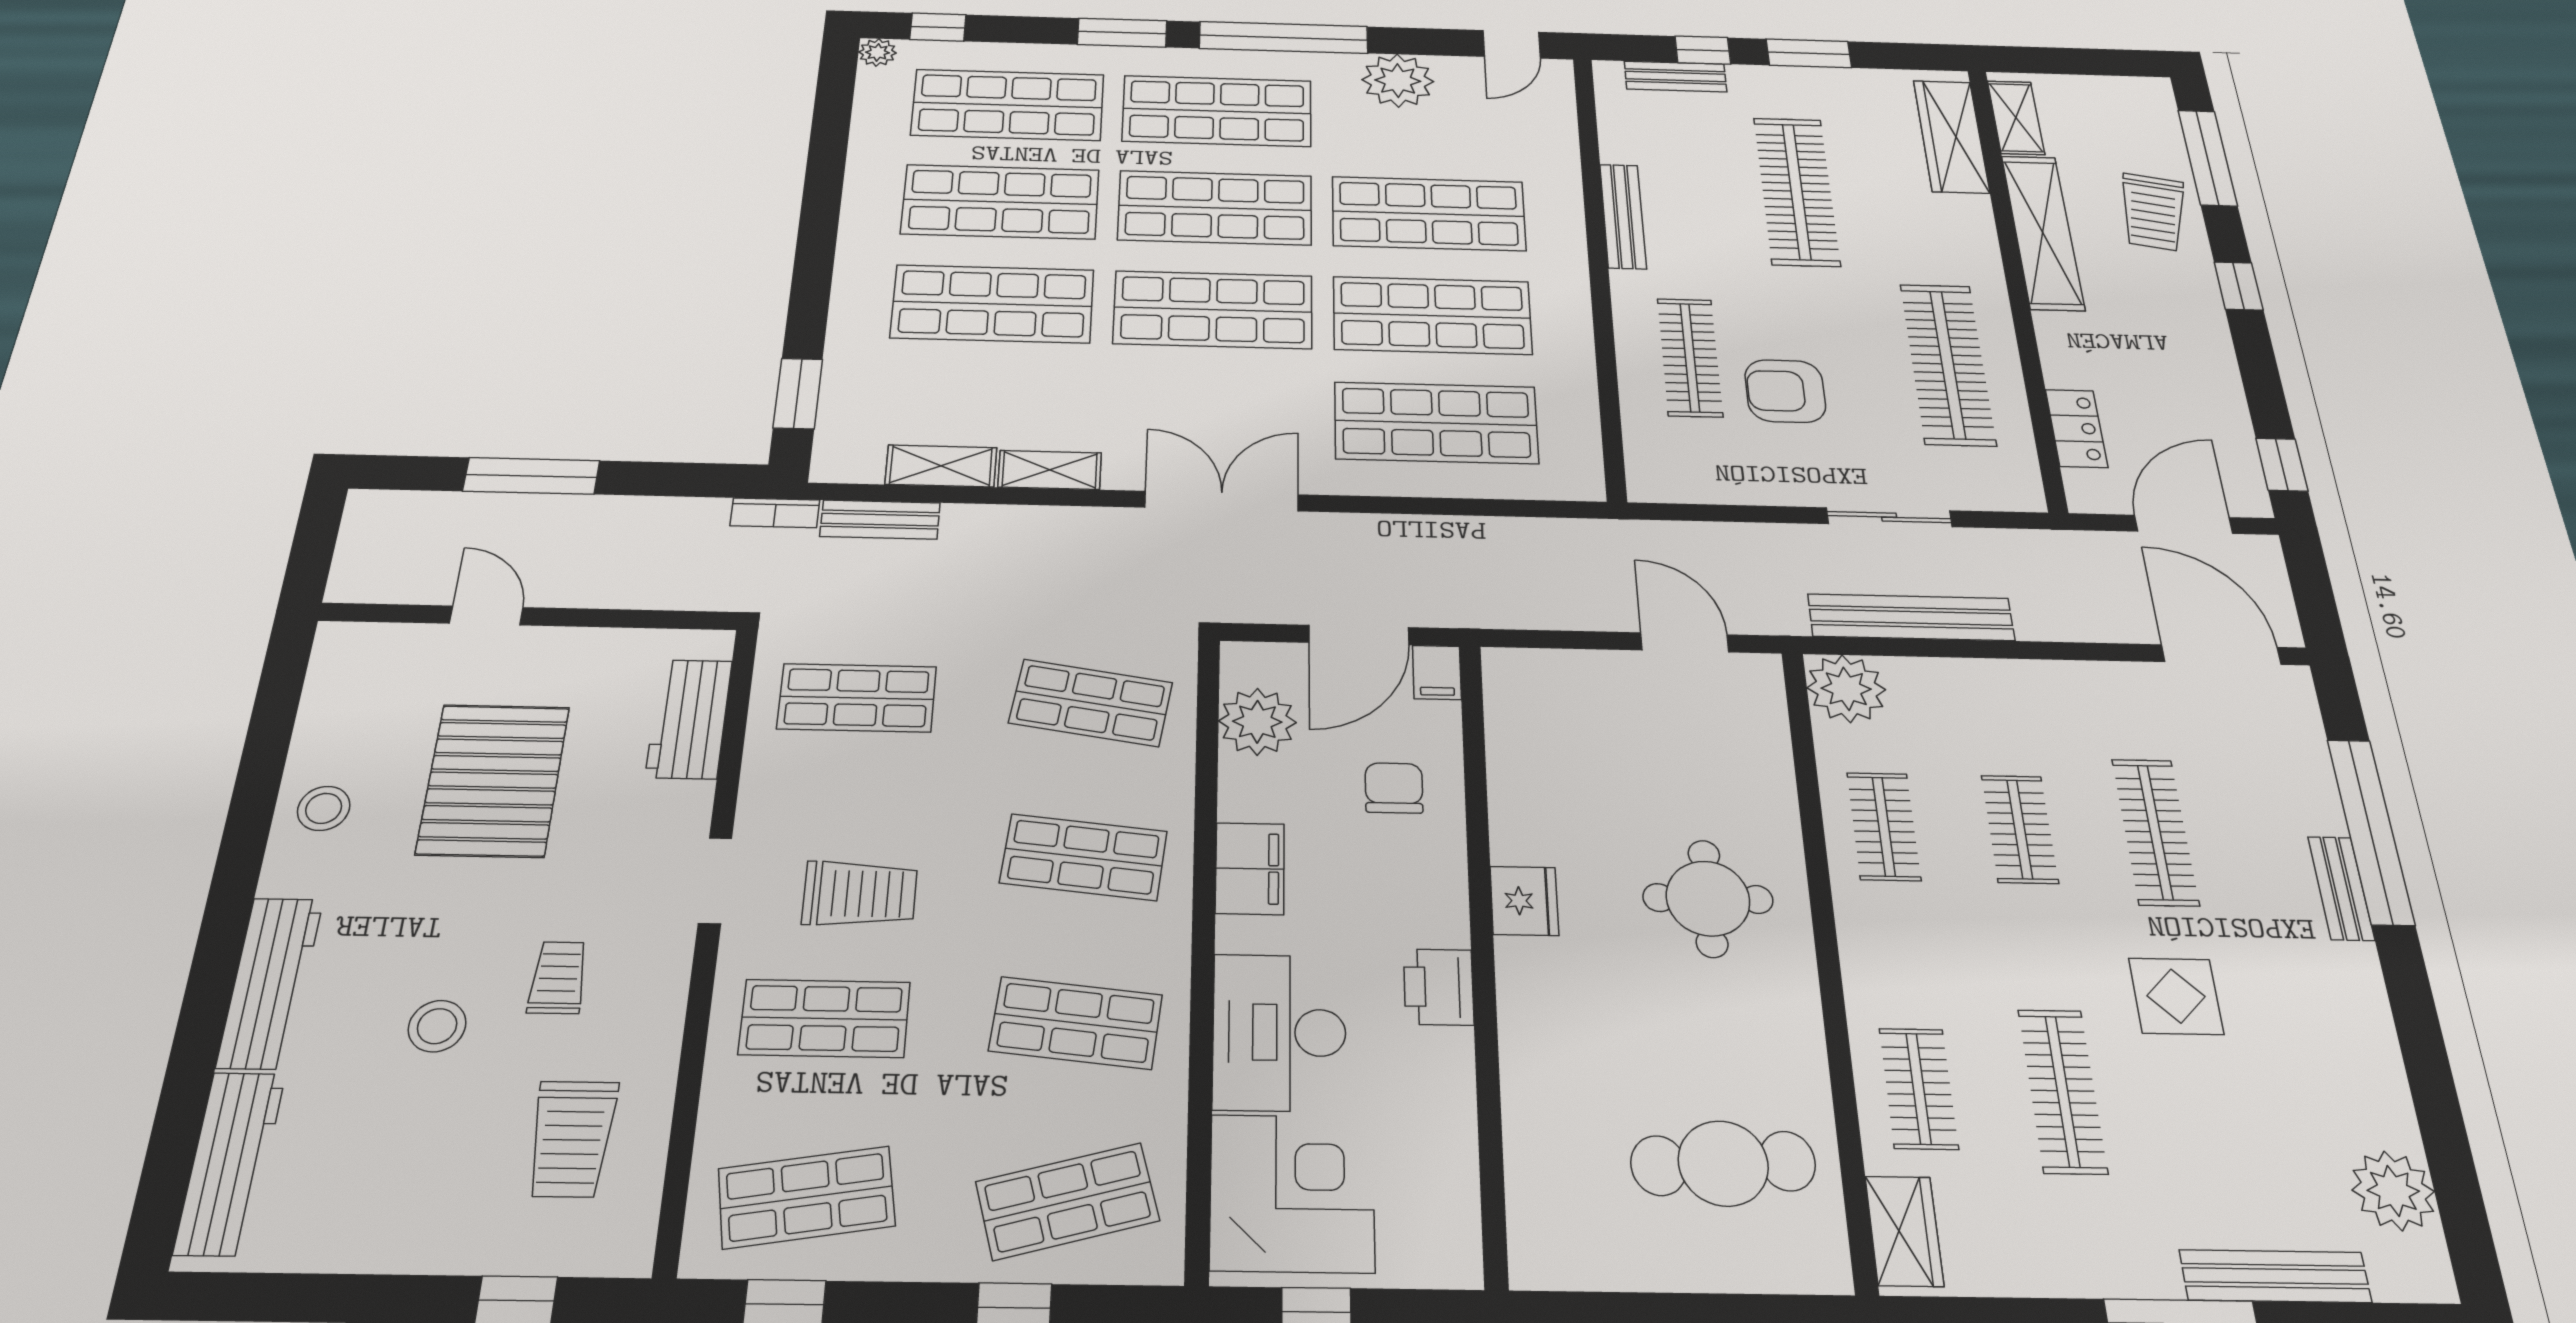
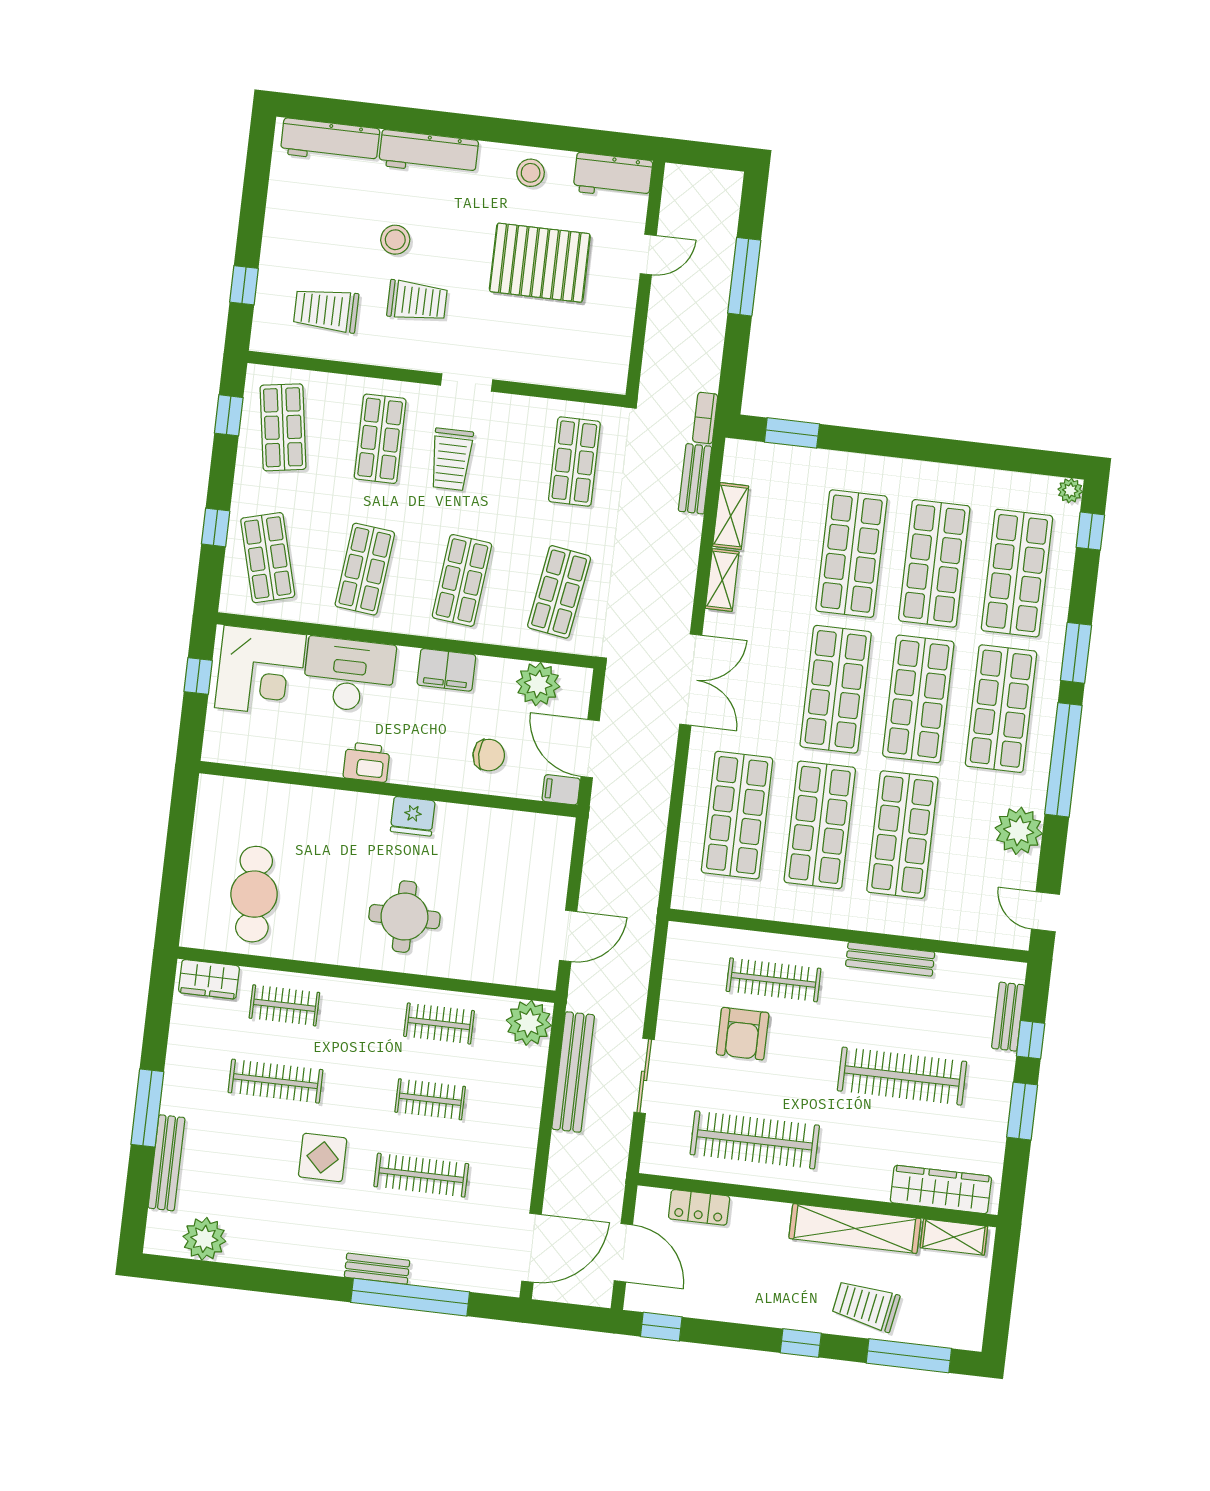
armchair: (1785, 391) -> (743, 1034), turned 180
workbench: (689, 719) -> (613, 176), moved, turned 180
trolley: (558, 978) -> (417, 301), width x1.36, depth x1.39

